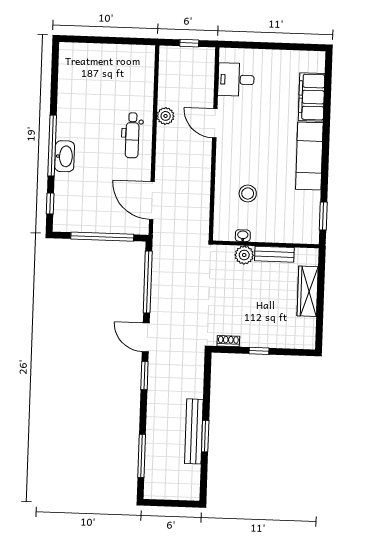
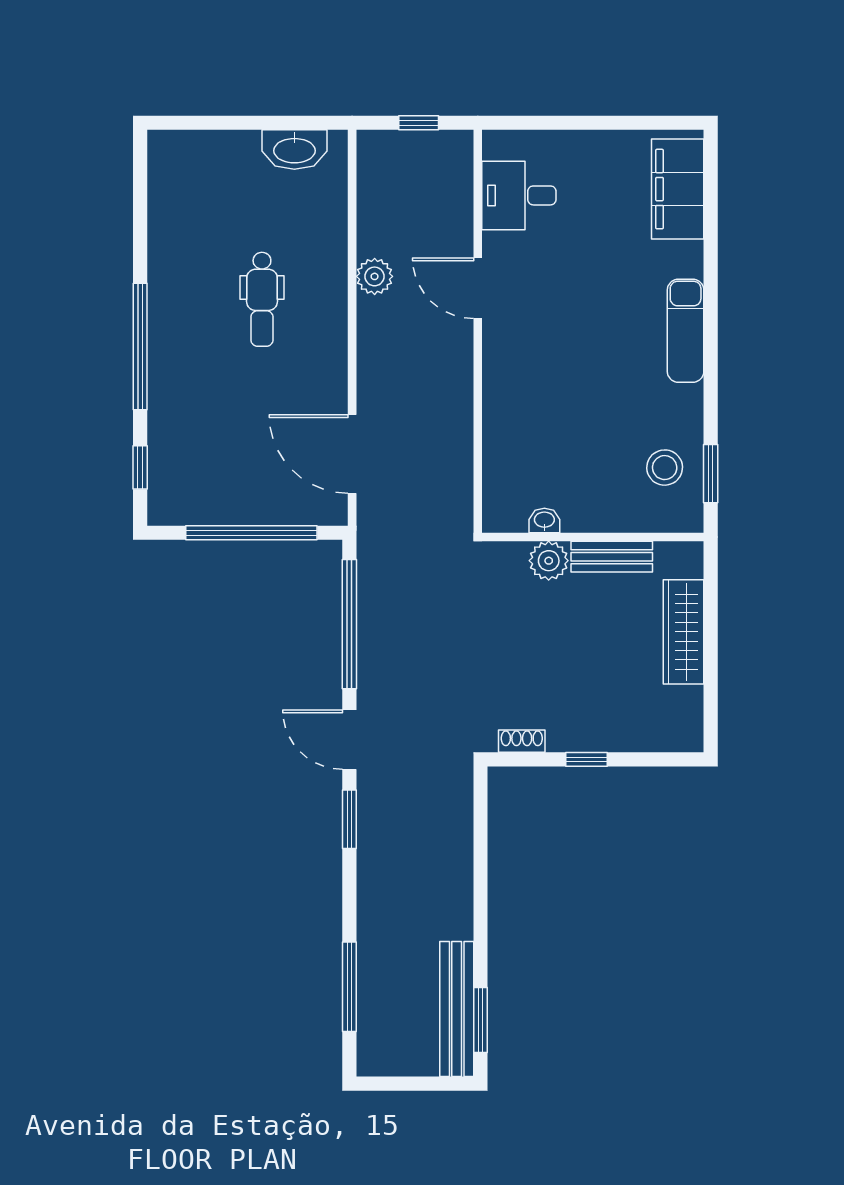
filing cabinet: (312, 97) -> (678, 189), moved
dental chair: (132, 135) -> (262, 299), moved
washbasin: (65, 156) -> (294, 149), moved, turned 90
exam couch: (309, 156) -> (686, 331), width x0.73, depth x0.69
stool: (248, 193) -> (665, 468), moved
bench: (194, 431) -> (457, 1009), moved
window: (205, 436) -> (480, 1020), moved

